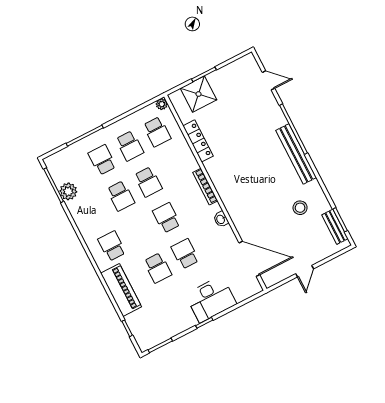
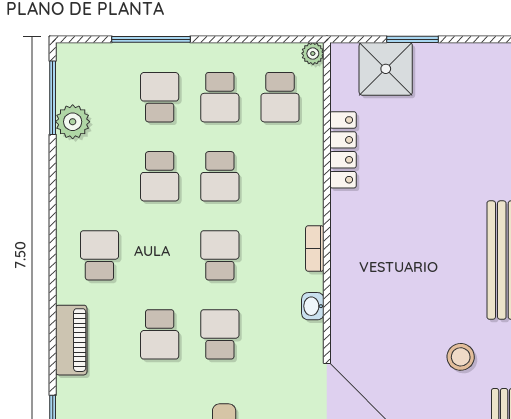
bookcase: (205, 187) -> (315, 248), width x0.64
piano: (121, 290) -> (71, 340), width x0.73, depth x0.75

